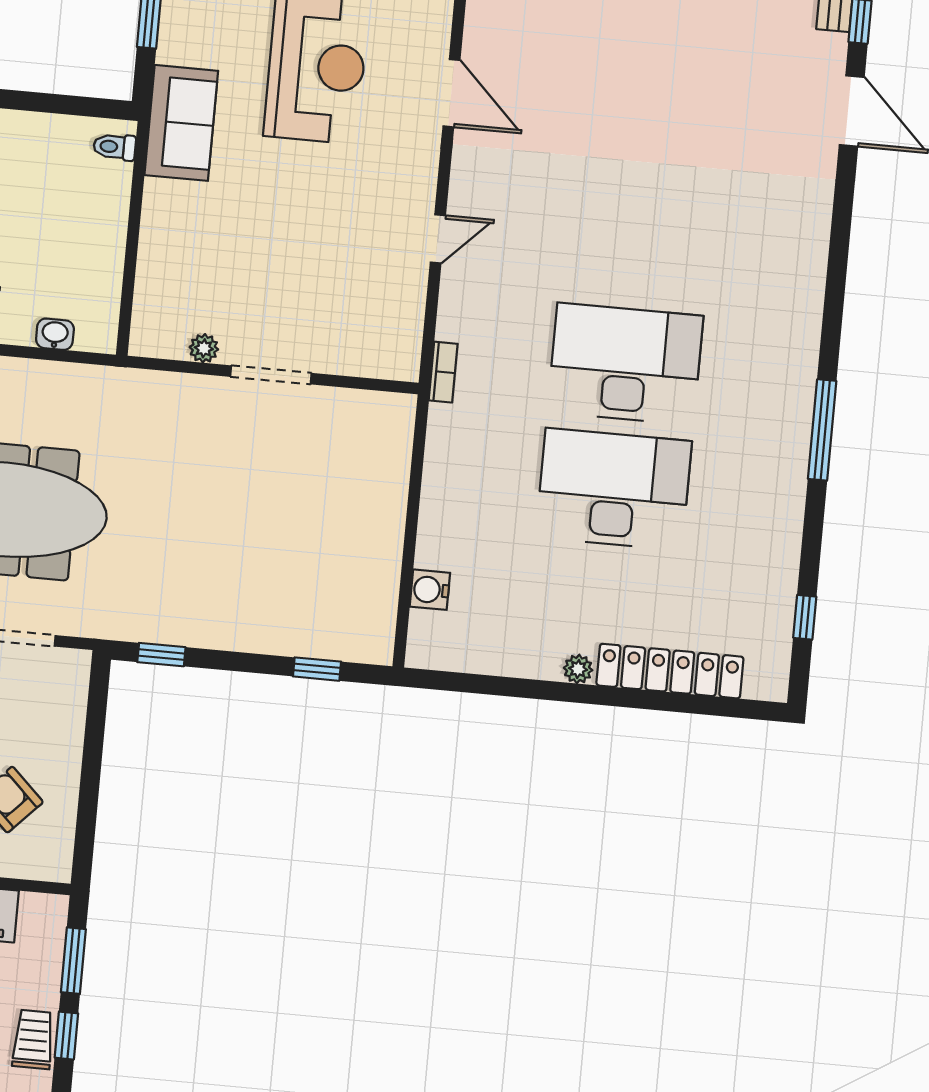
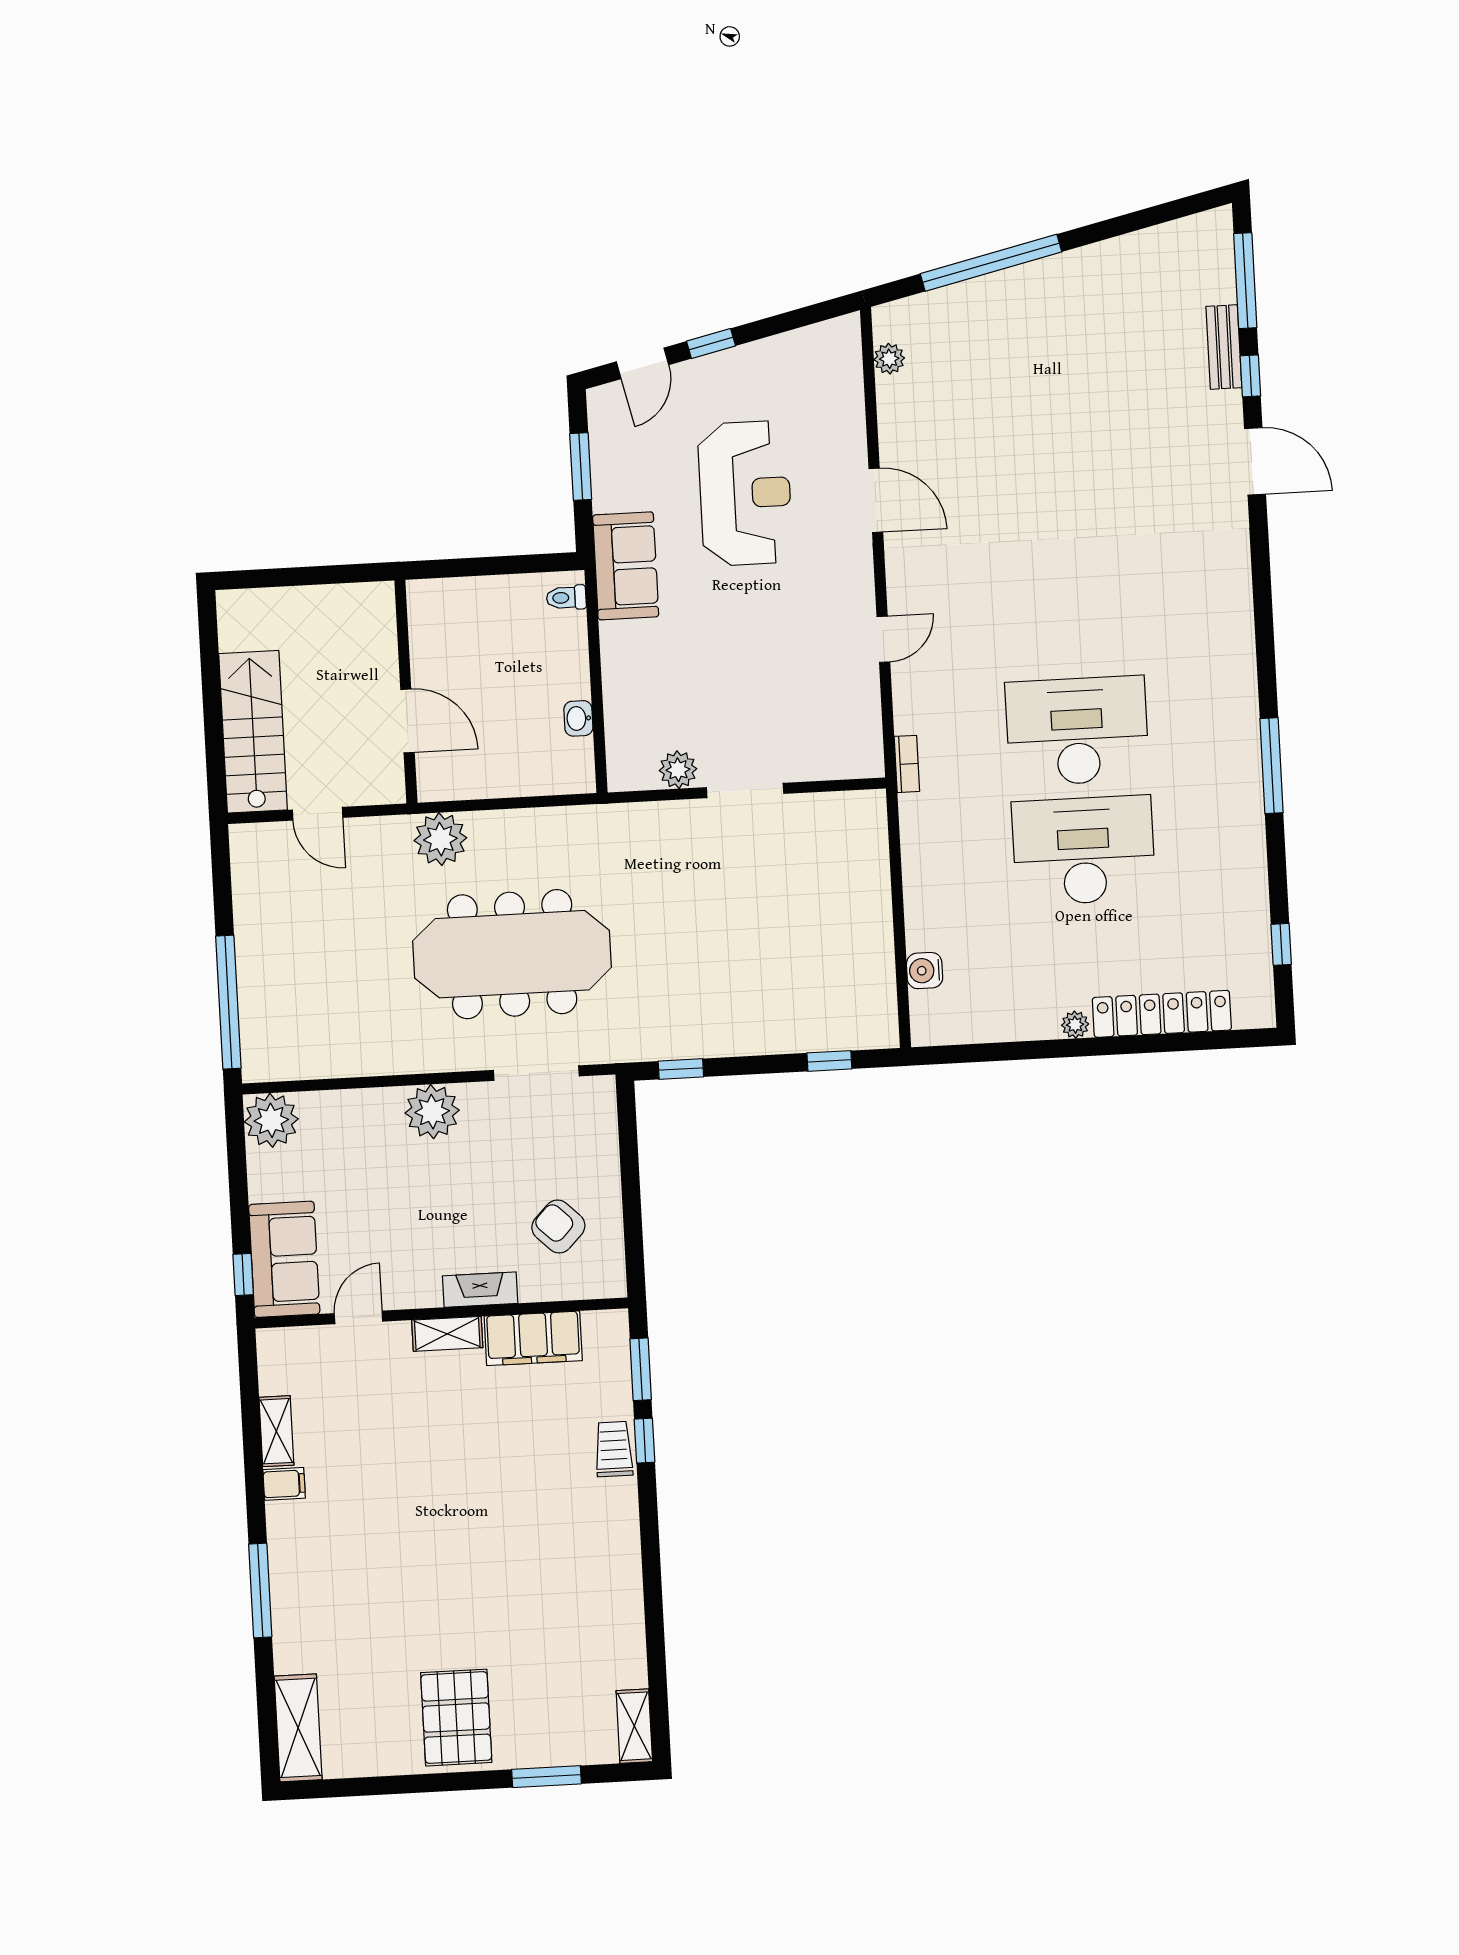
washbasin: (55, 334) -> (578, 718), moved, turned -90
plant: (204, 348) -> (678, 770), width x1.38, depth x1.38

